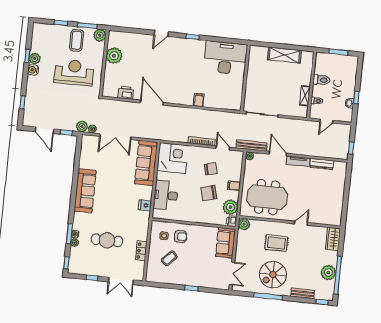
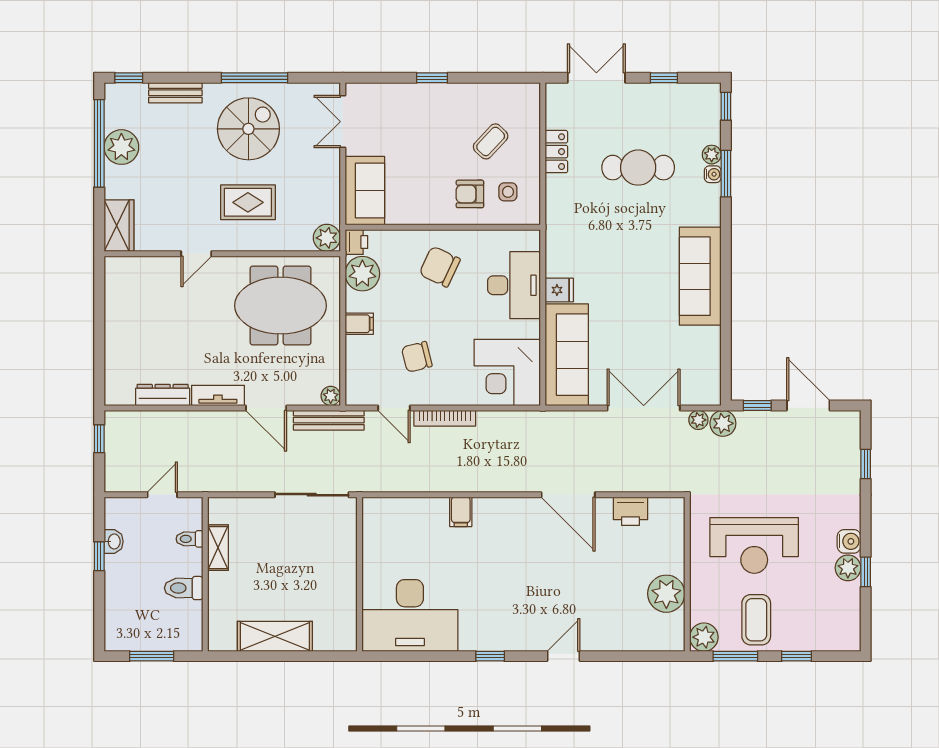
chair: (209, 193) -> (440, 267), moved, turned -140
fridge: (145, 205) -> (559, 290), moved

